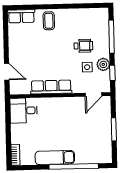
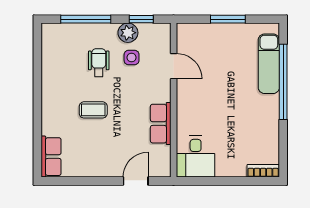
coffee table: (49, 21) -> (93, 110), moved
row of seats: (51, 87) -> (161, 124), width x0.68
door: (93, 94) -> (174, 66), moved
exam couch: (55, 158) -> (269, 64), moved

